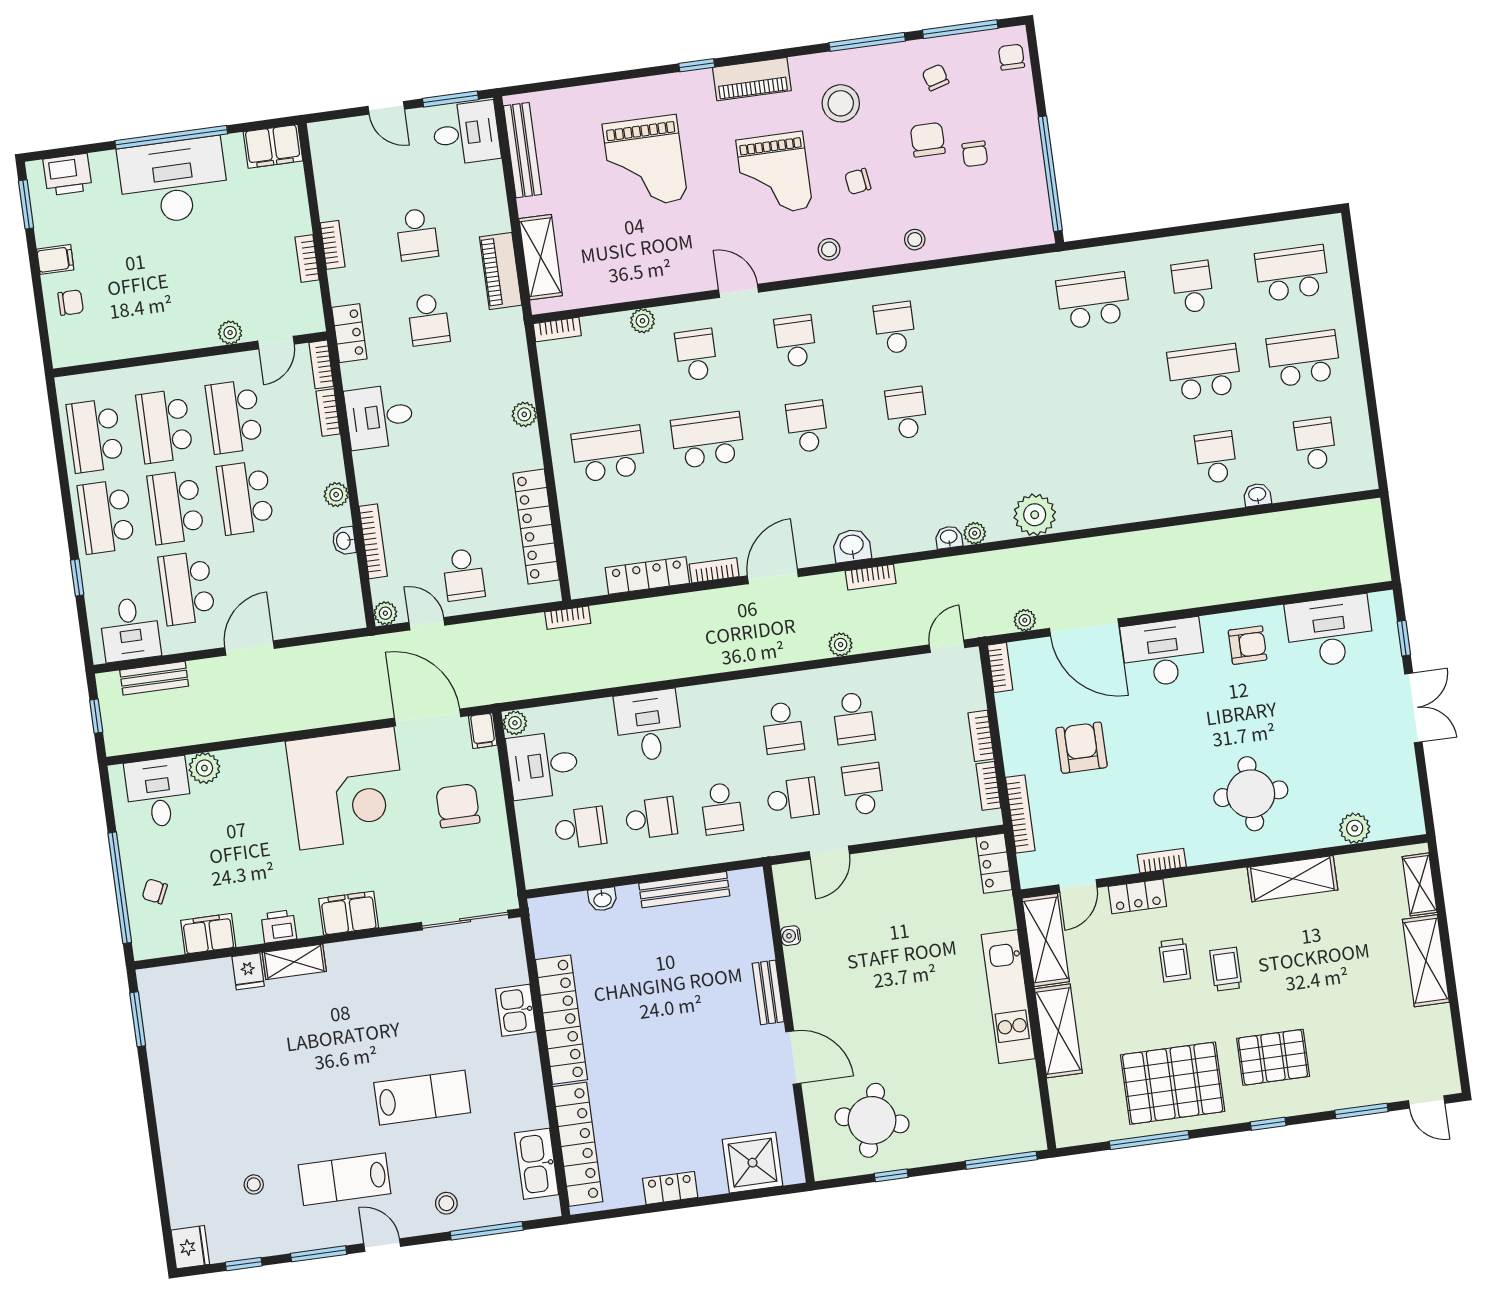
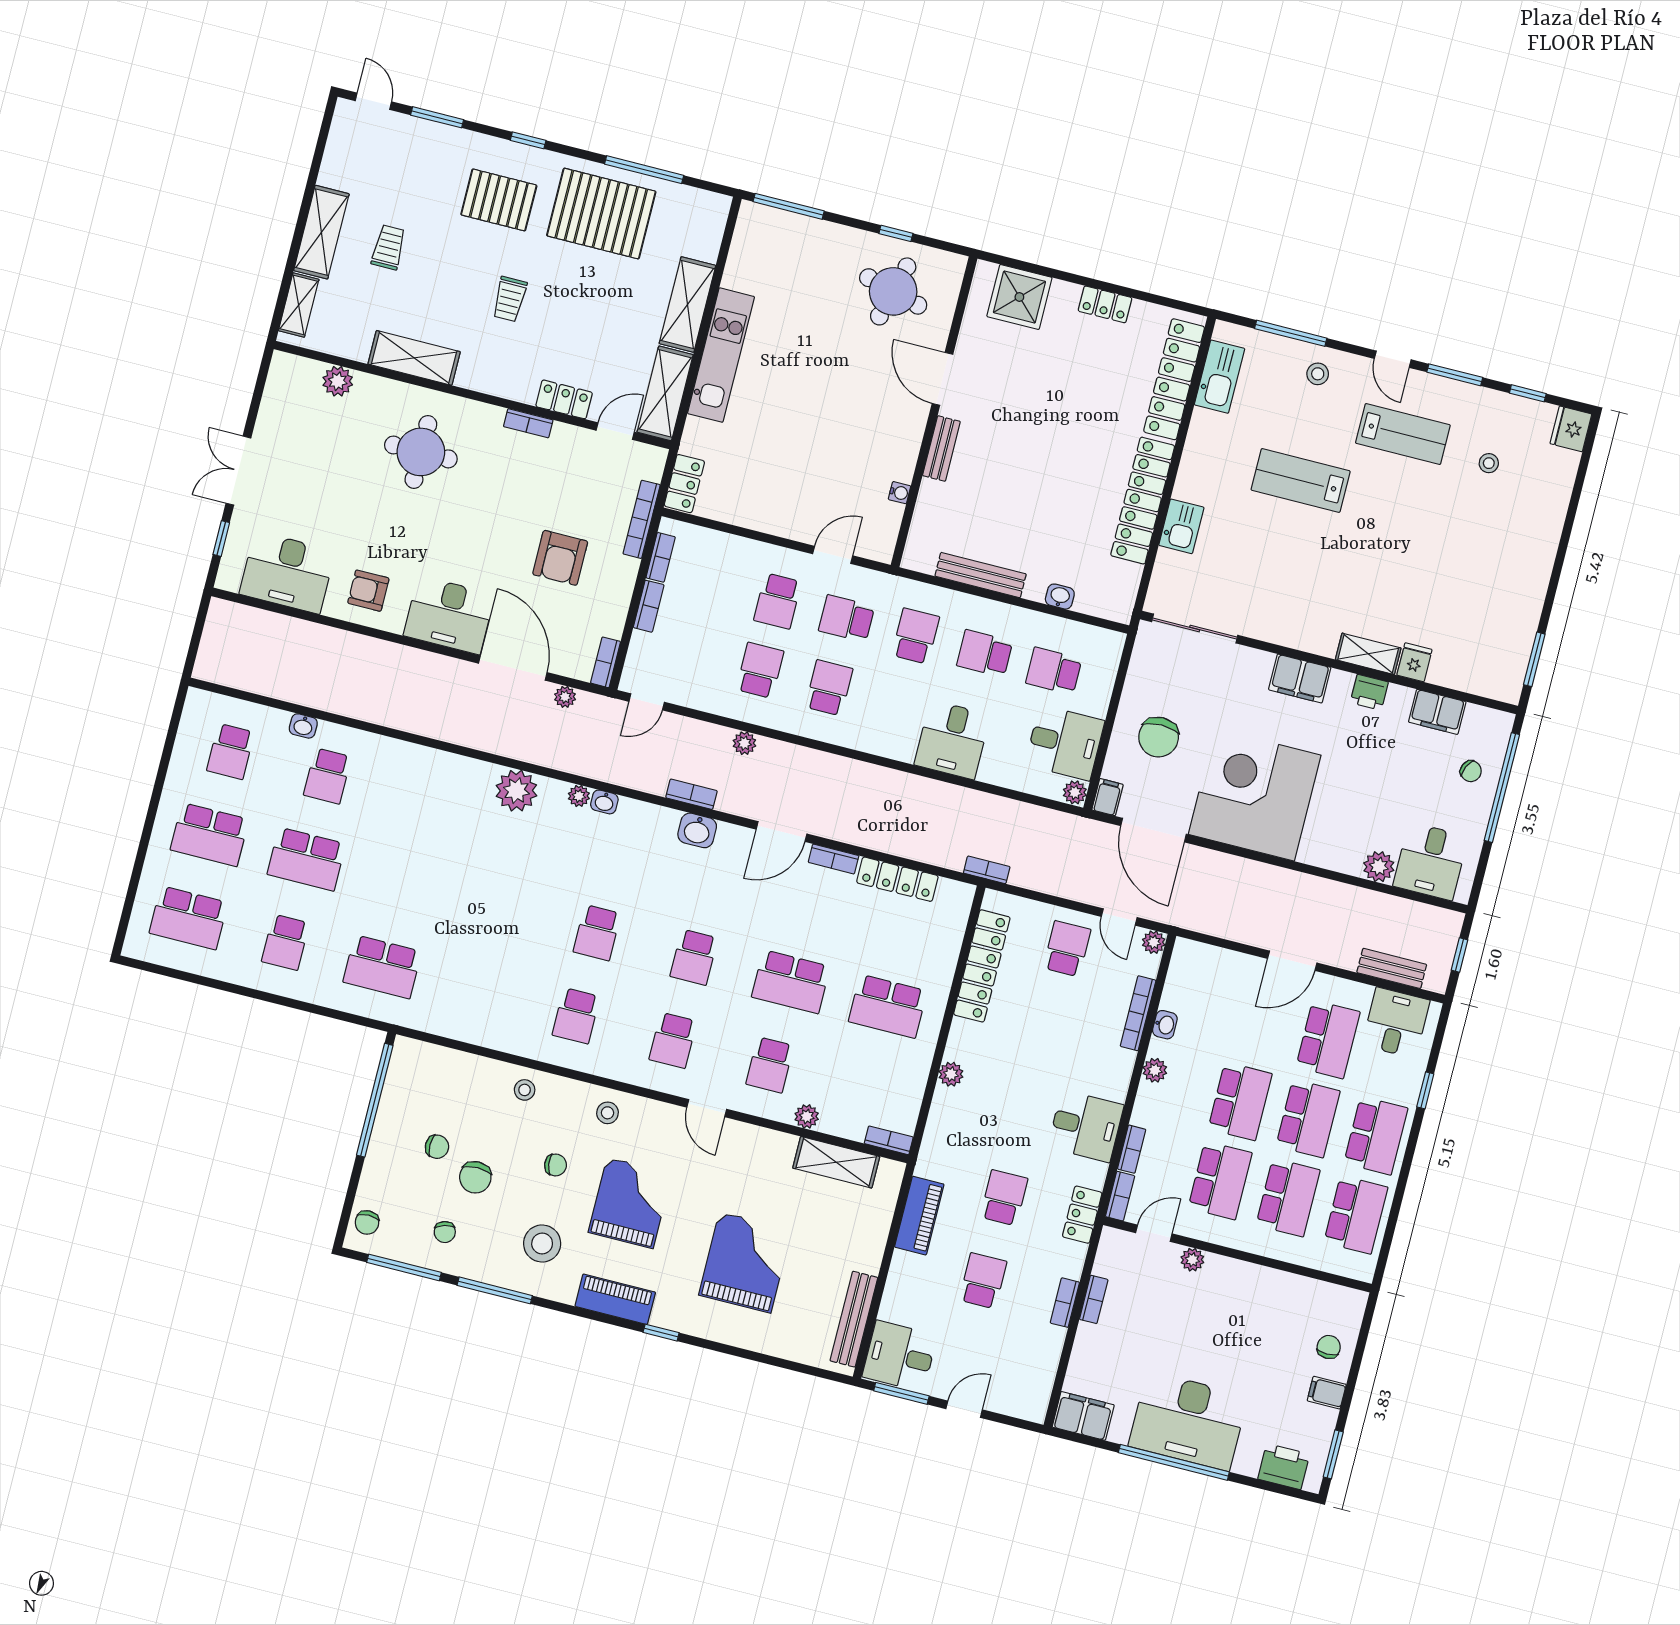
door: (386, 108) -> (964, 1409), hinge flipped
chair: (975, 154) -> (437, 1147), turned 90
shelving: (541, 257) -> (836, 1162), moved, turned 90
chair: (71, 303) -> (1329, 1347), turned 90
trolley: (1174, 960) -> (389, 247), moved

